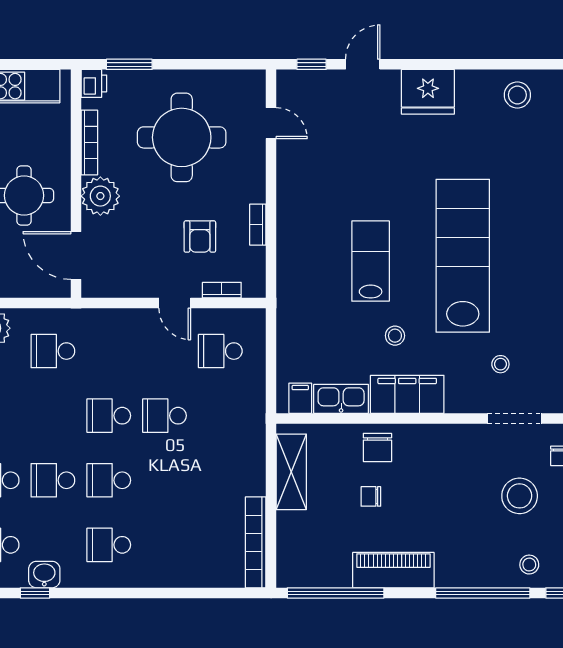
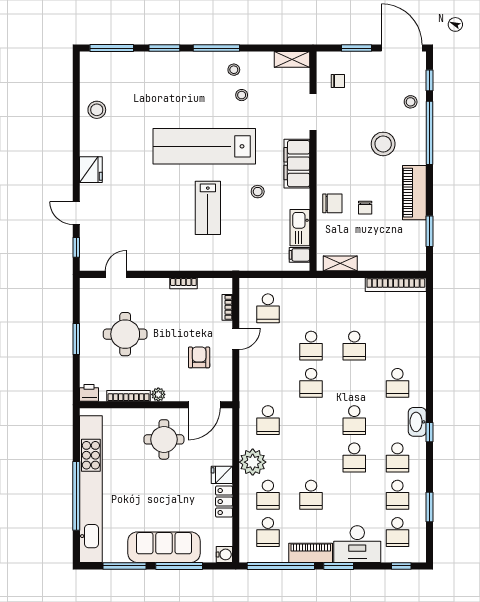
window: (129, 64) -> (76, 339), moved
fridge: (428, 92) -> (91, 170), width x0.73, depth x0.75
round table: (182, 137) -> (125, 334), width x0.73, depth x0.73
plant: (100, 196) -> (158, 394), width x0.53, depth x0.53
armchair: (200, 237) -> (199, 357), moved, turned -90
lab bench: (371, 261) -> (208, 208), turned -90
stool: (500, 364) -> (242, 95), moved
filing cabinet: (407, 394) -> (297, 164), moved
shelving: (291, 472) -> (340, 263), width x0.67, depth x0.75
school desk: (109, 480) -> (354, 346), moved
stool: (520, 496) -> (383, 144), moved
washbasin: (44, 575) -> (417, 422), width x1.38
window: (336, 593) -> (430, 231), width x0.47

